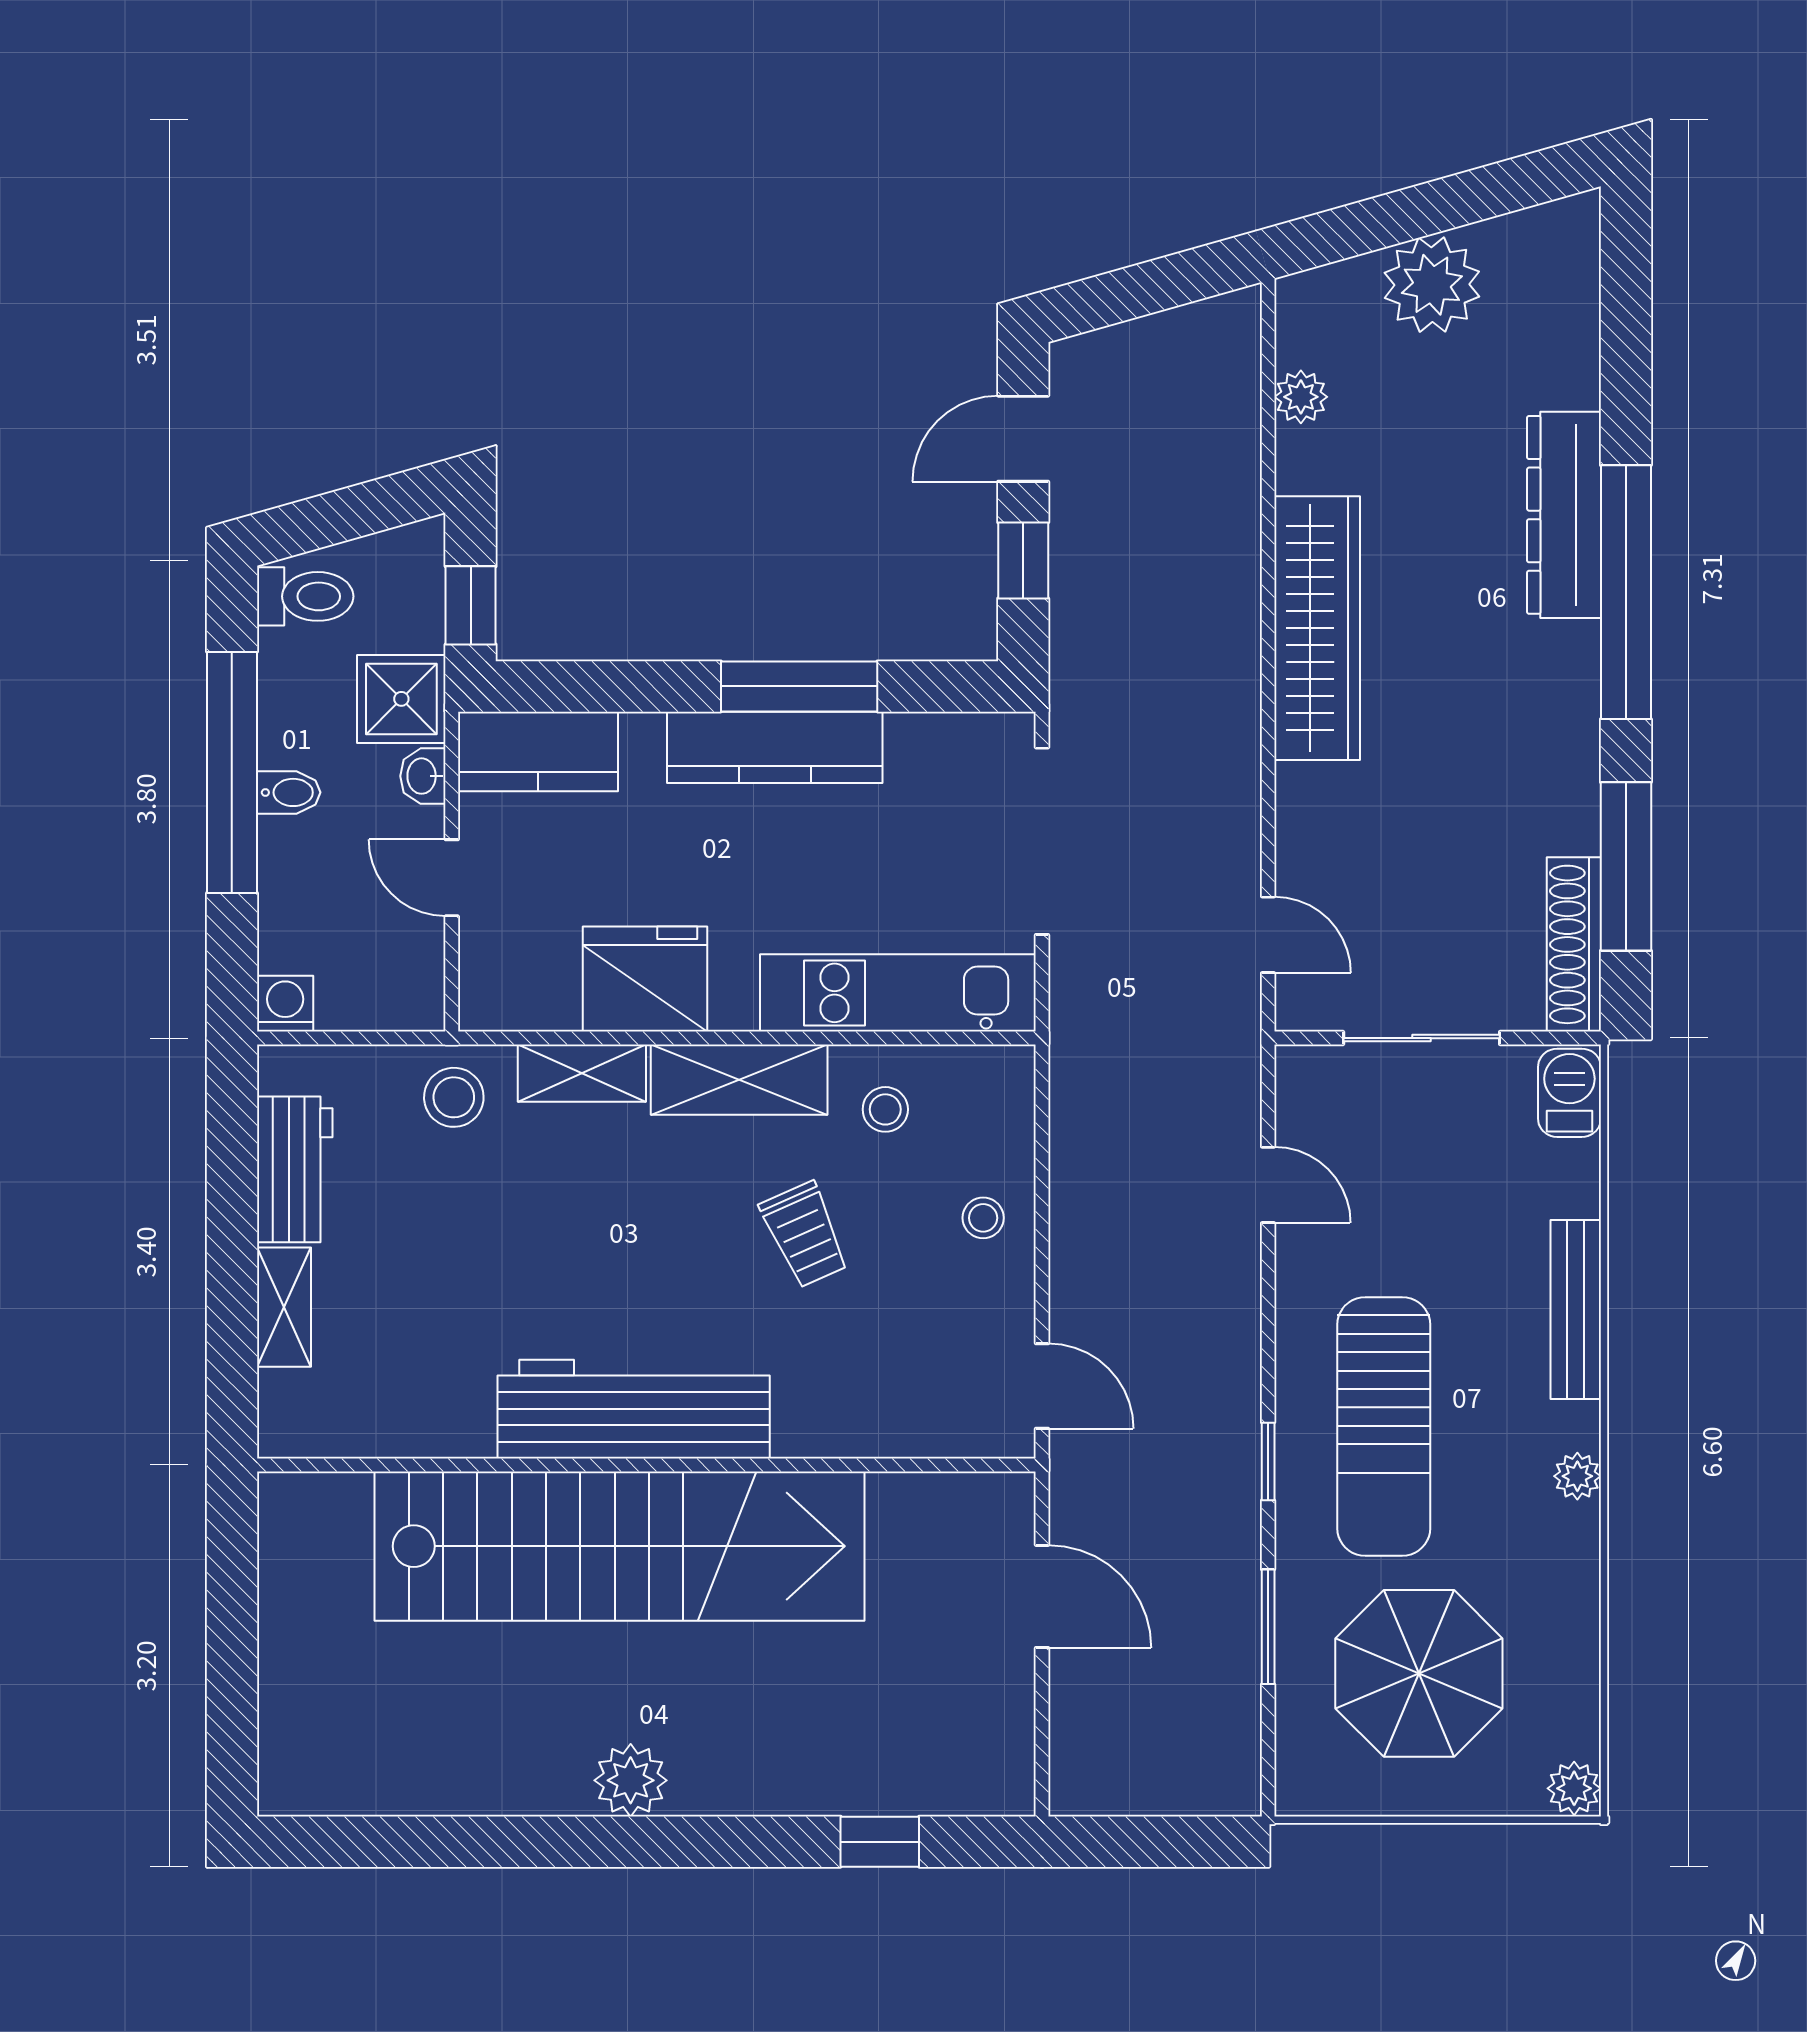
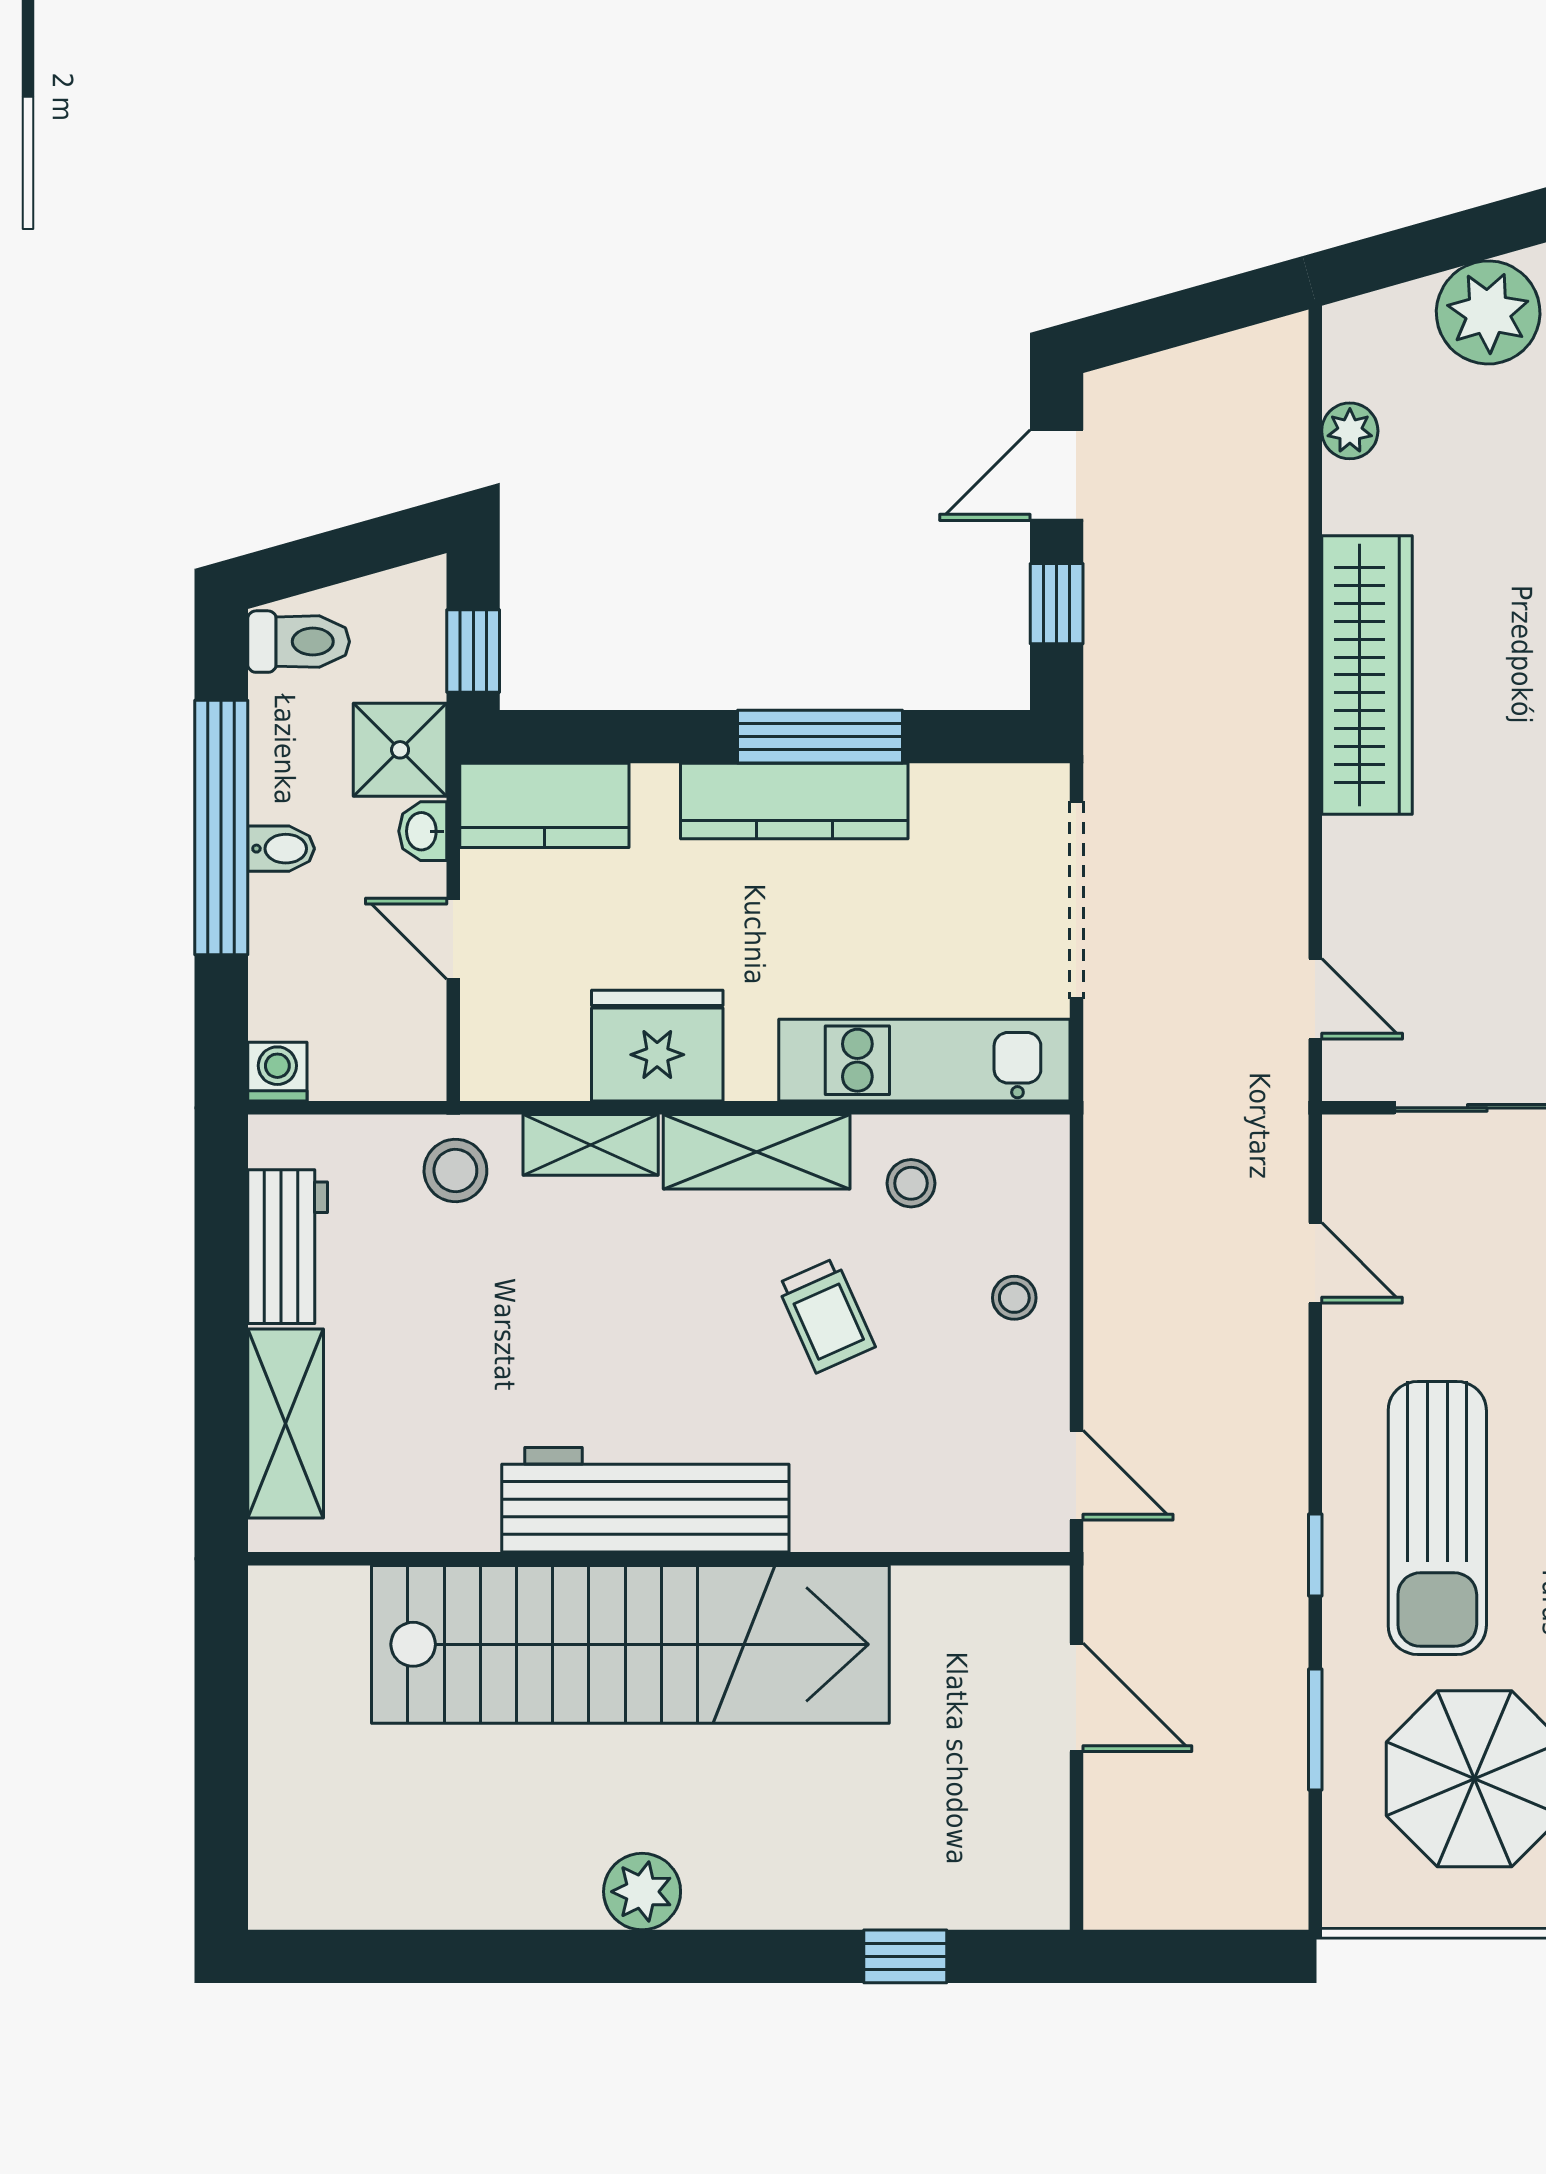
shelving: (284, 1307) -> (286, 1424), width x1.50, depth x1.33

